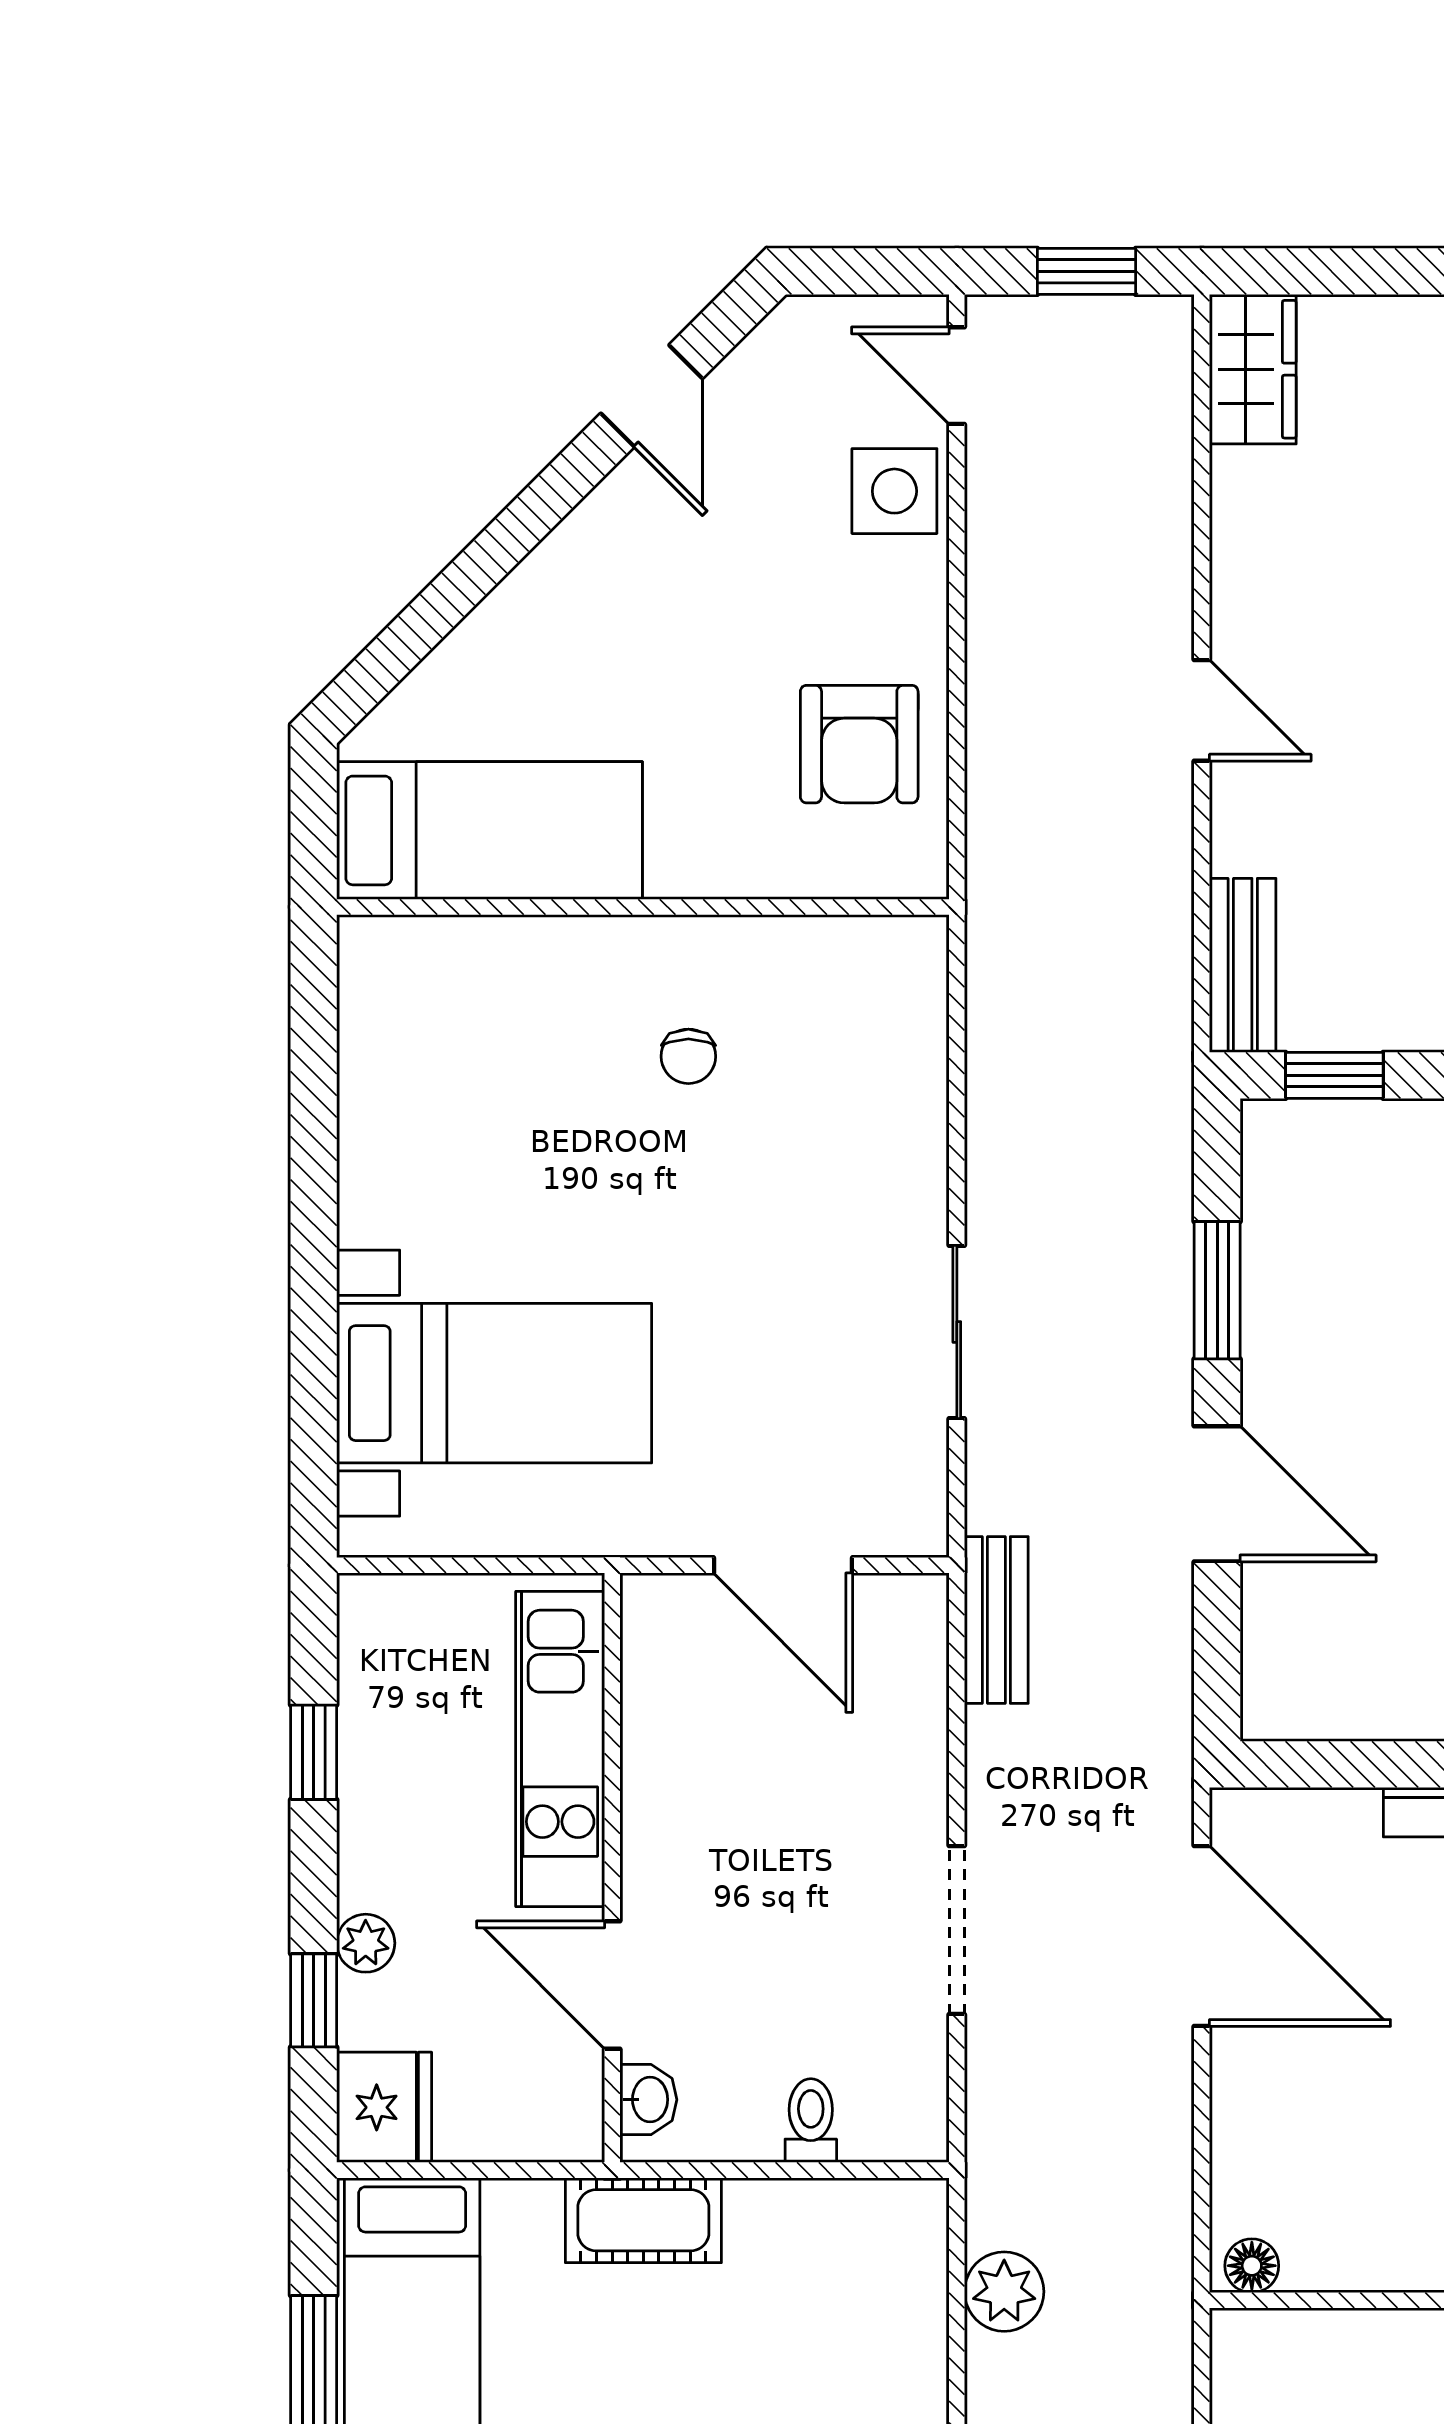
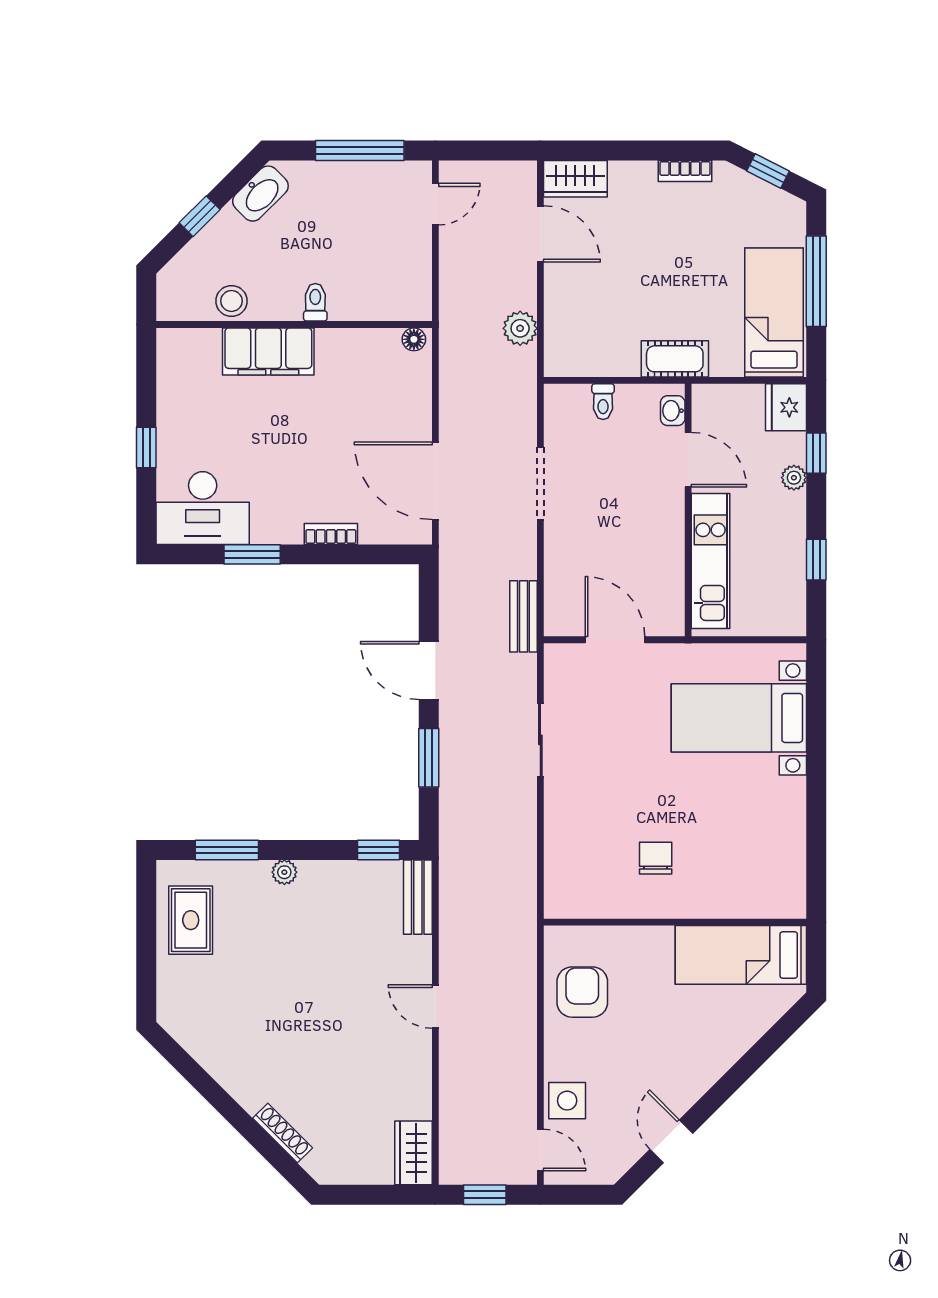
chair: (688, 1056) -> (656, 858), width x1.37, depth x1.37

